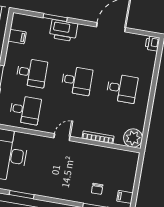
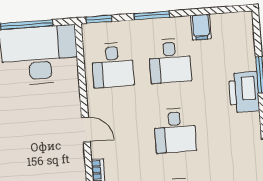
filing cabinet: (17, 37) -> (201, 27), moved

